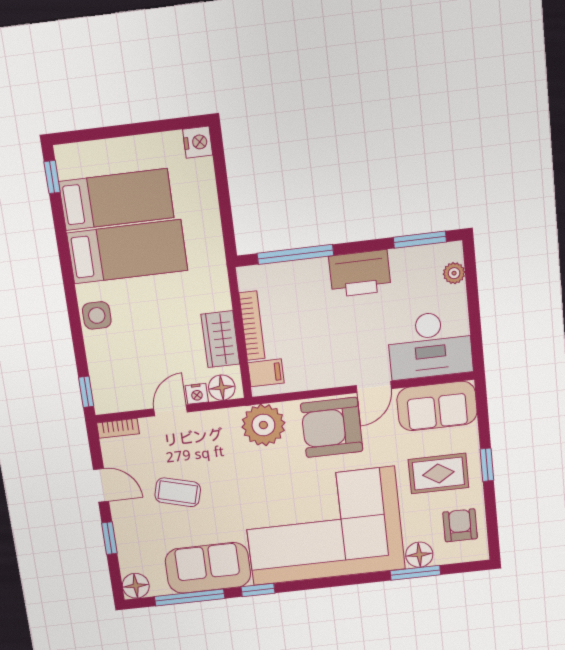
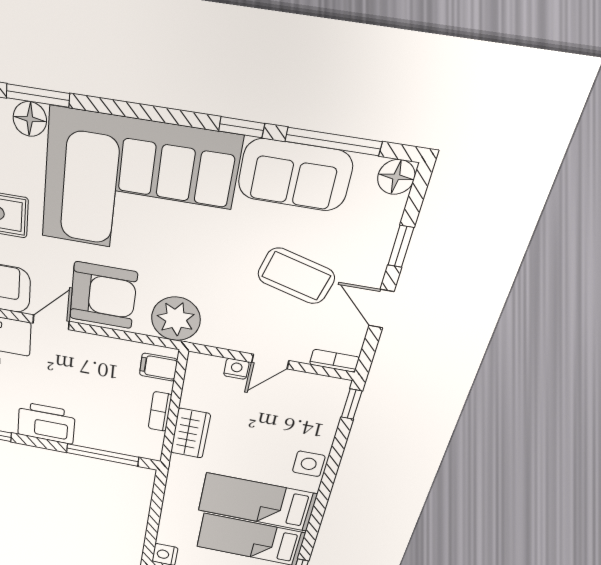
bookcase: (252, 326) -> (160, 412), width x0.64
wardrobe: (220, 339) -> (190, 433), moved
floor lamp: (222, 388) -> (208, 367), removed
coffee table: (178, 492) -> (296, 276), width x1.36, depth x1.30

